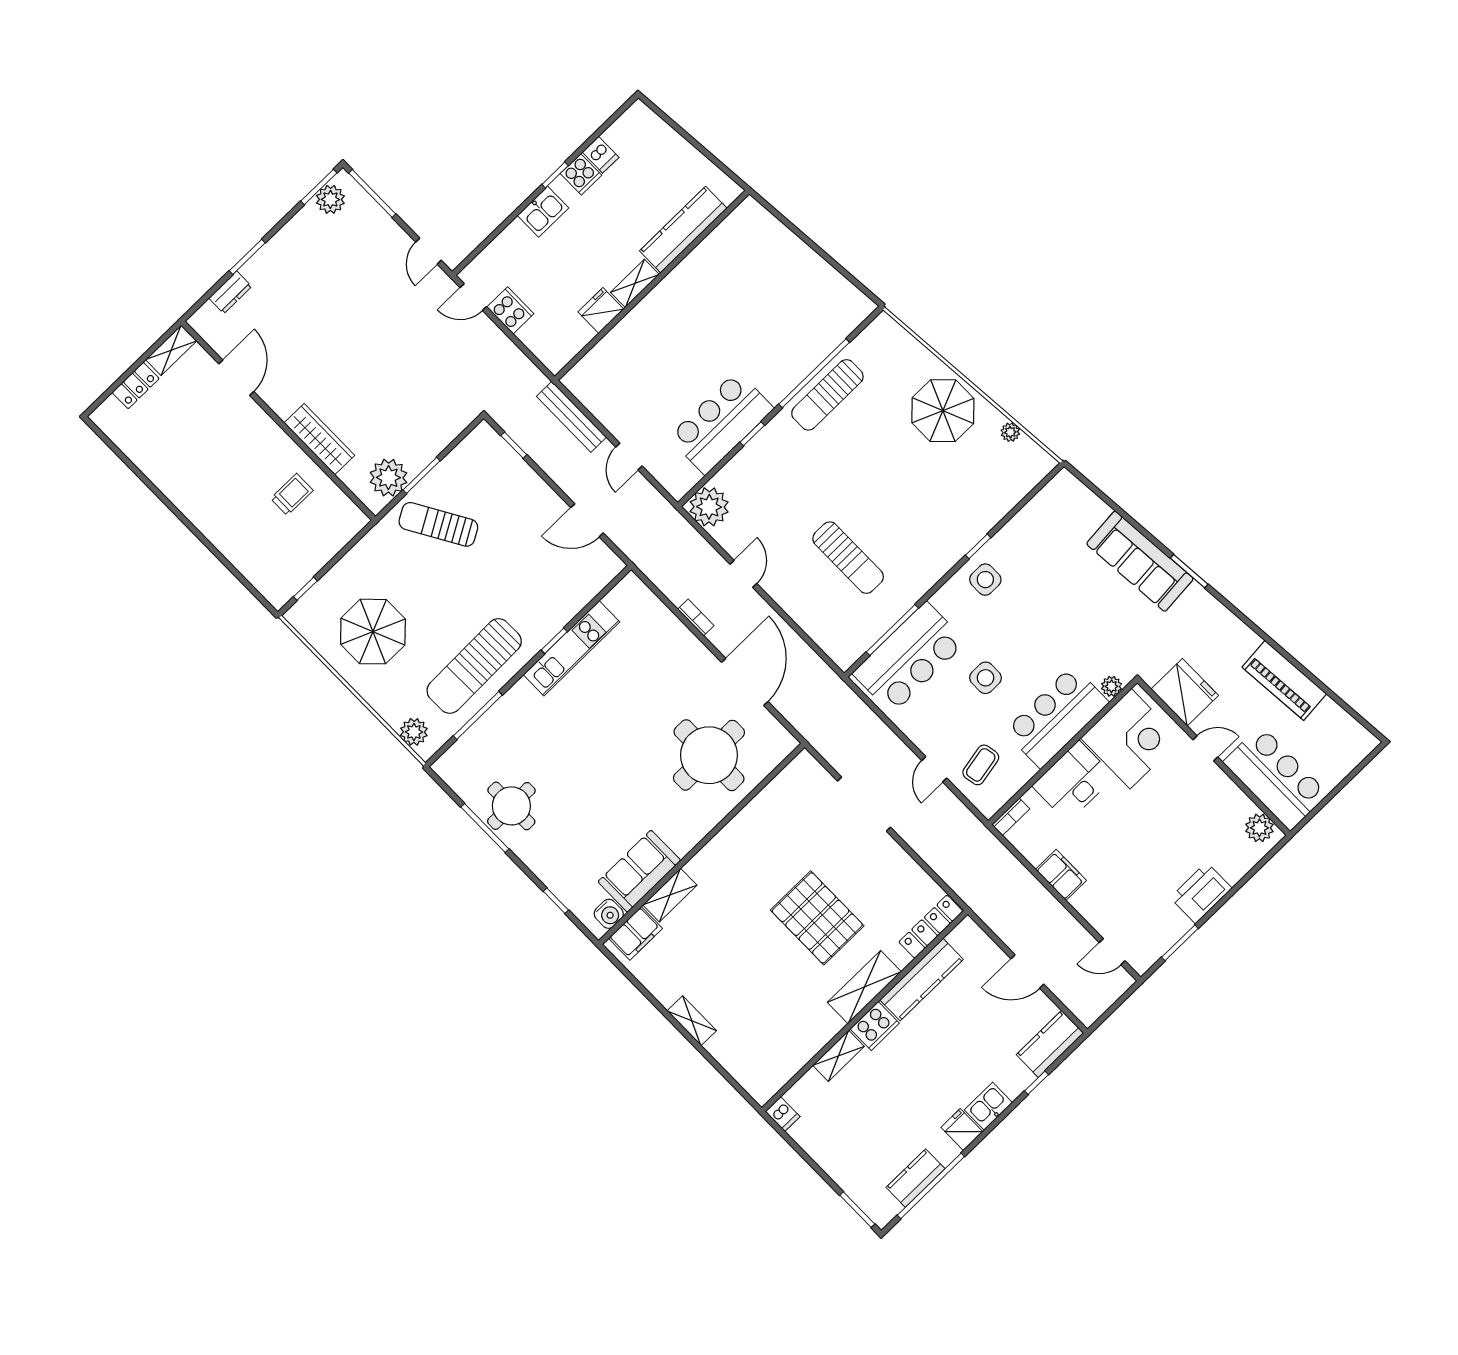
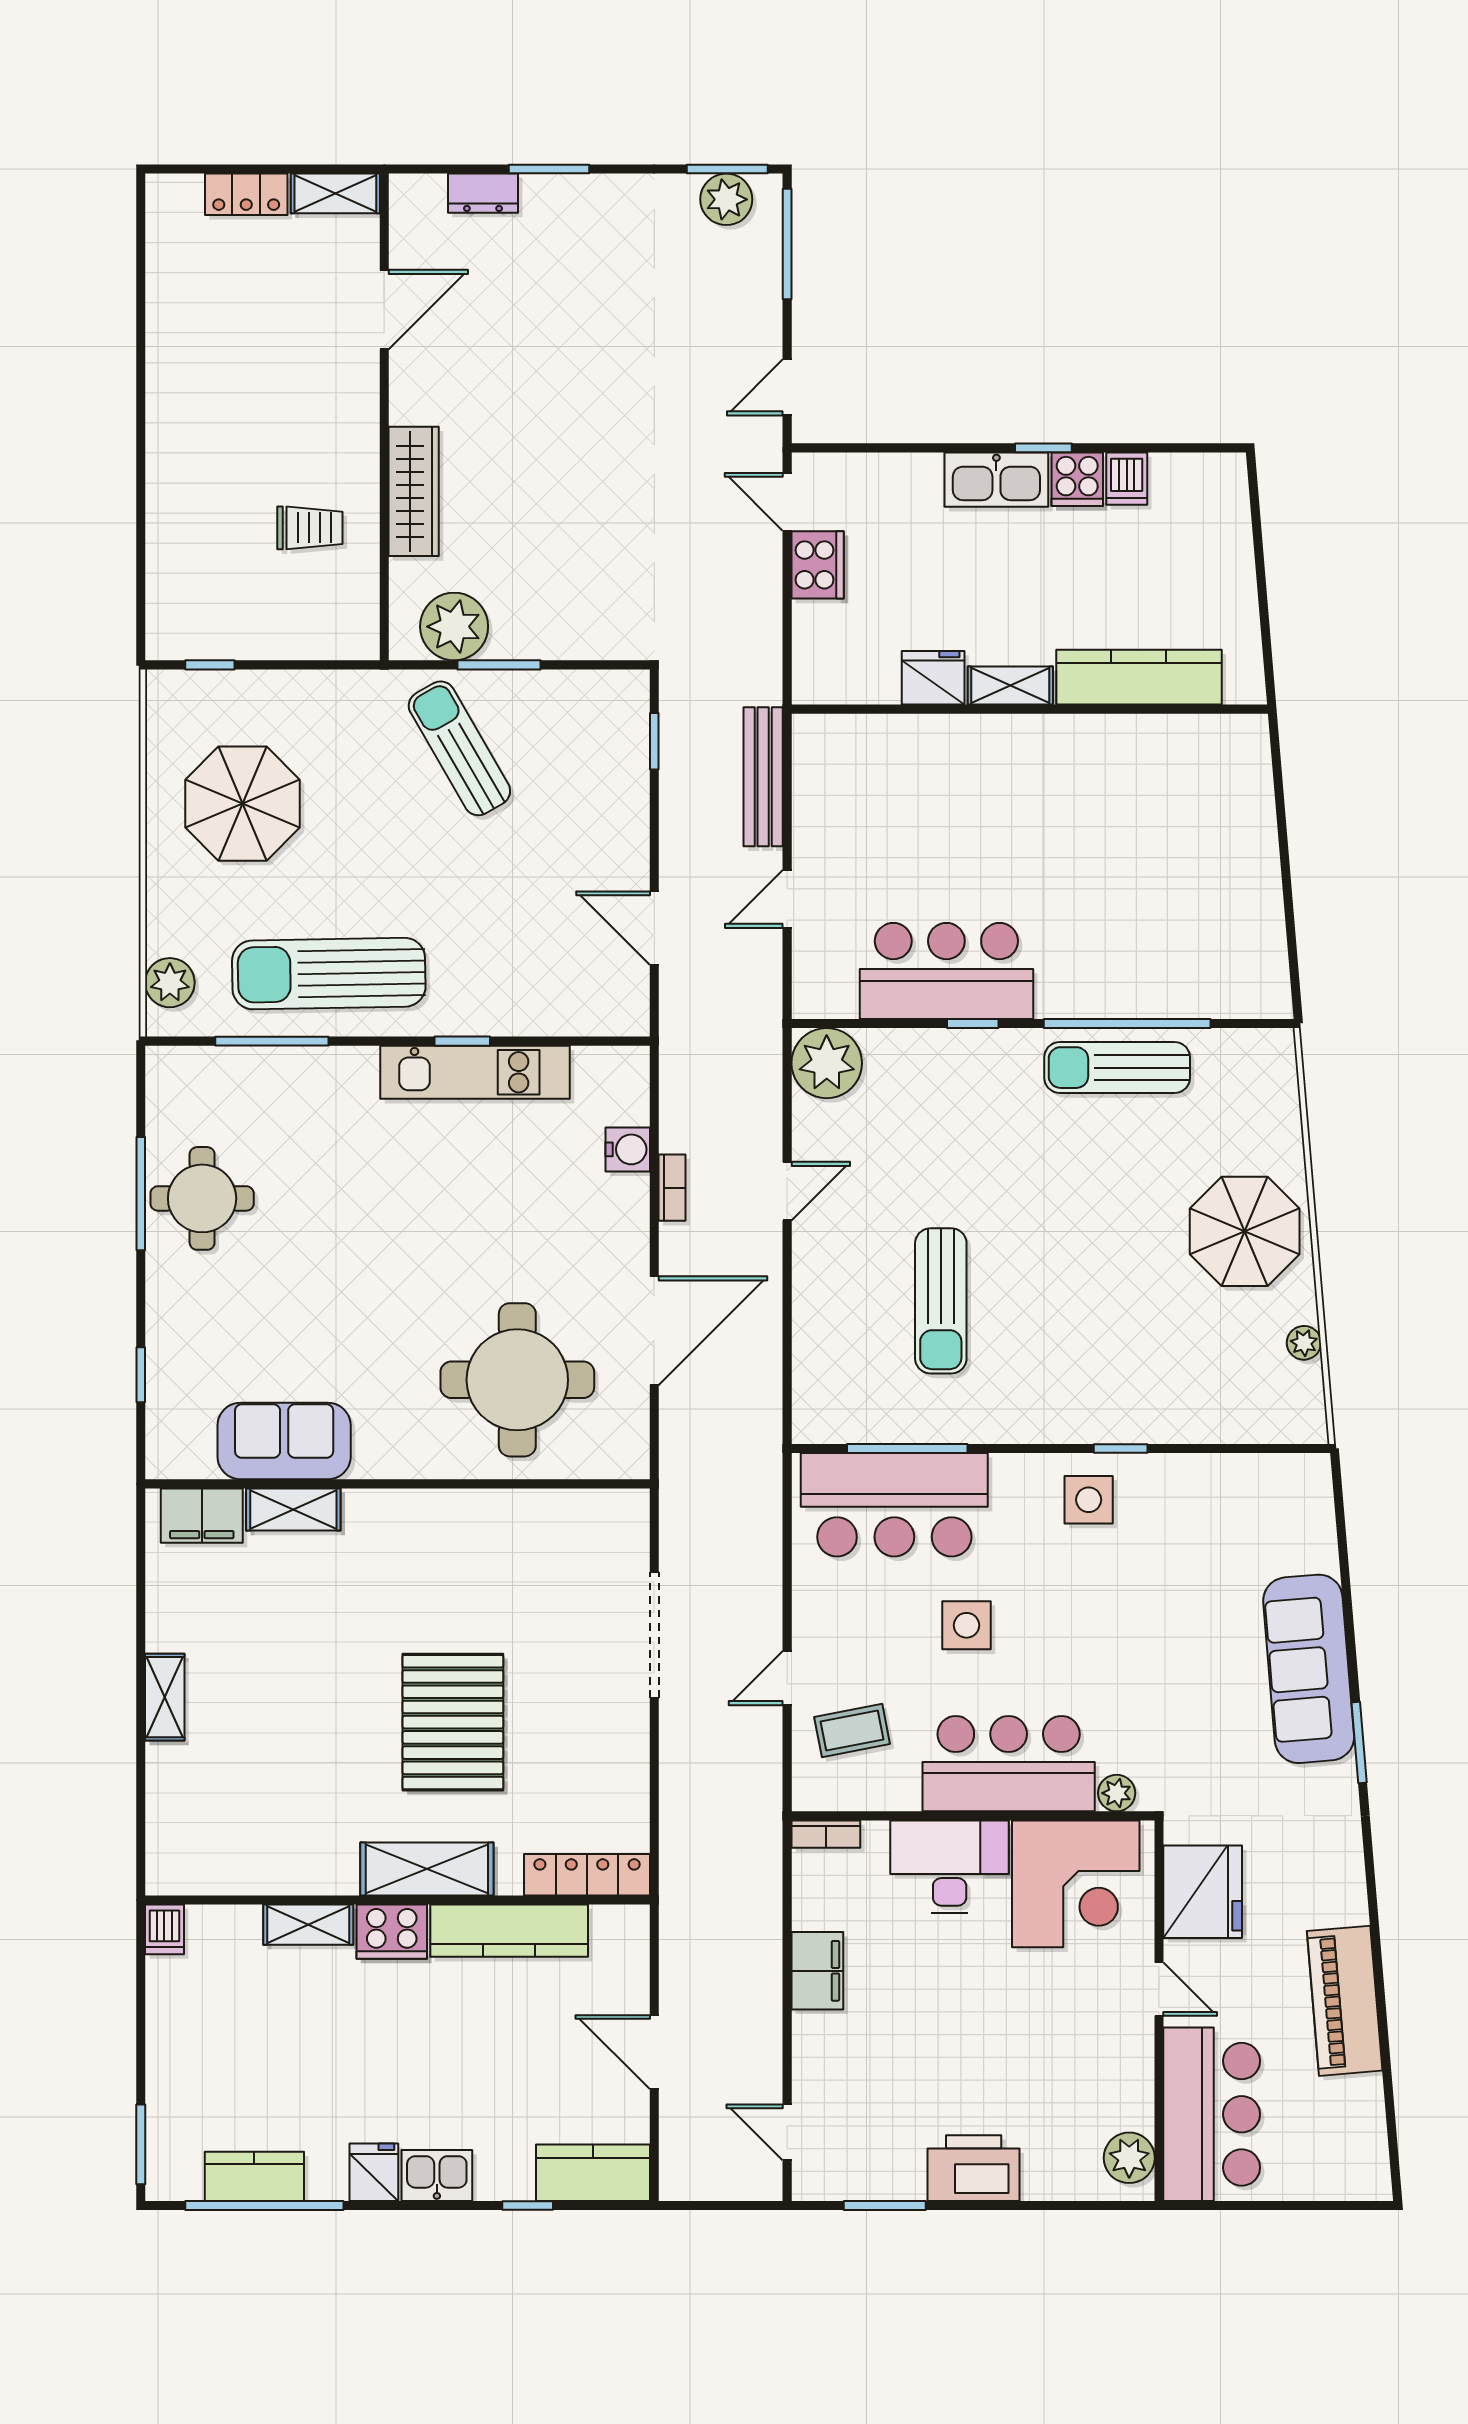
kitchen sink: (543, 212) -> (996, 480), width x1.38
water cooler: (609, 914) -> (628, 1149), moved, turned -90

